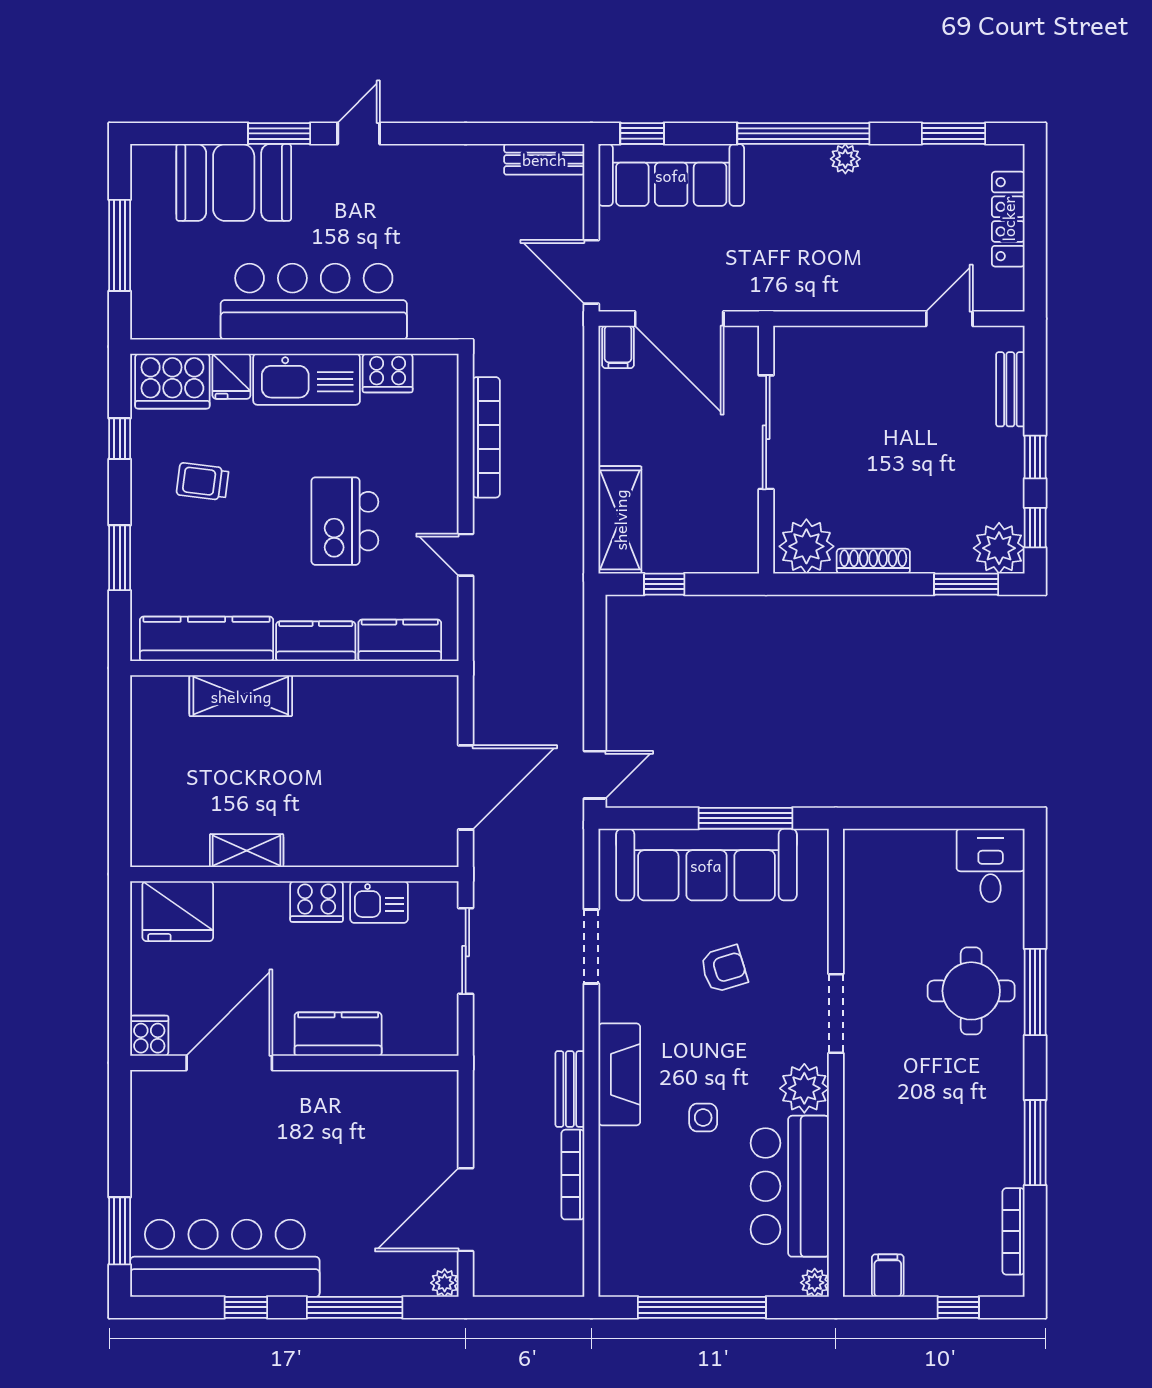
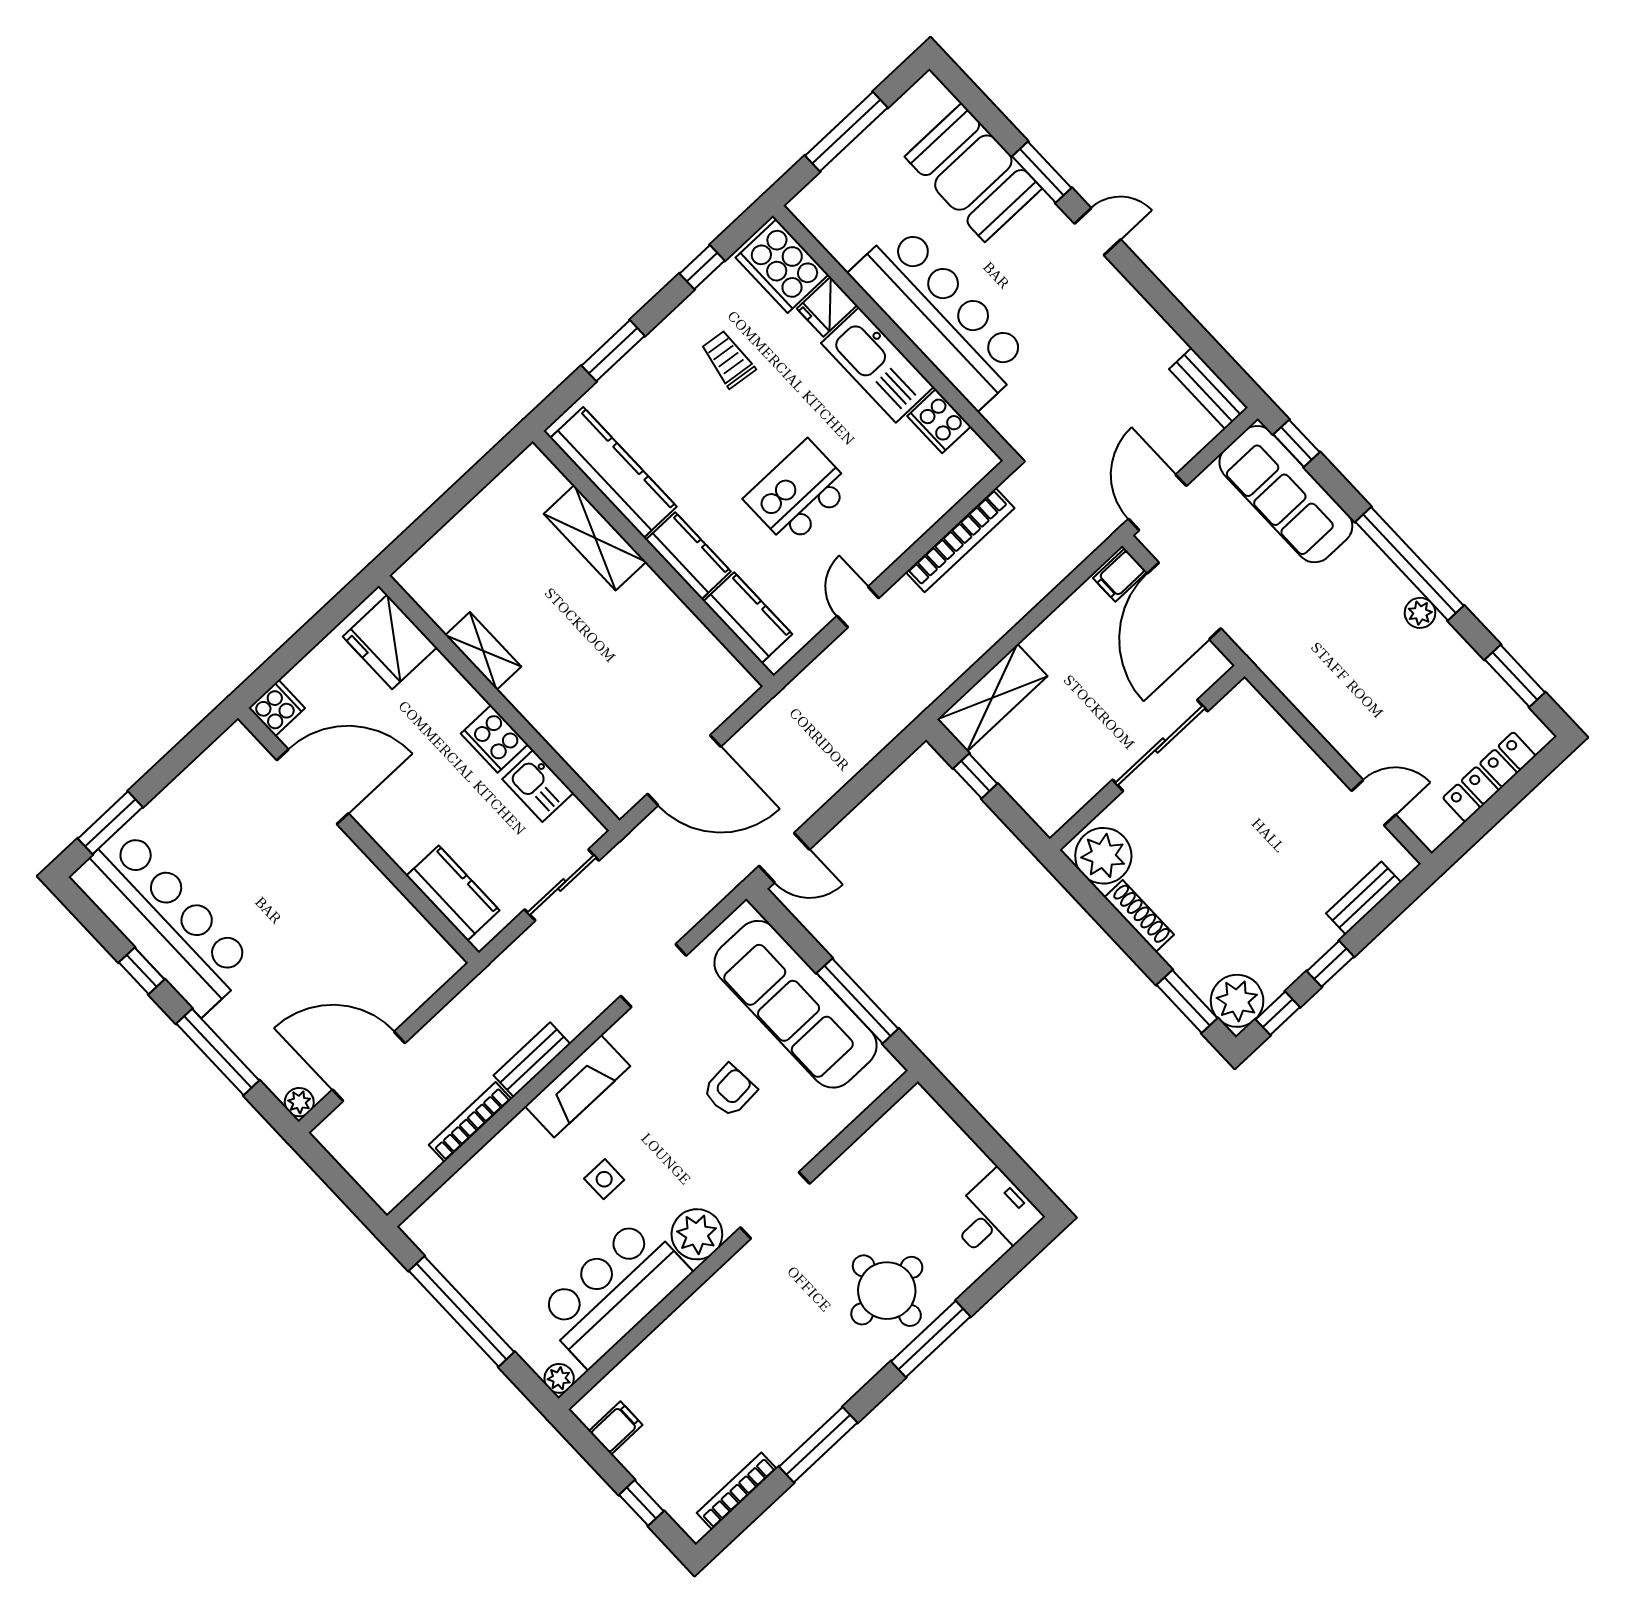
armchair: (724, 969) -> (730, 1090), turned -77
kitchen counter: (338, 1034) -> (453, 893), moved

